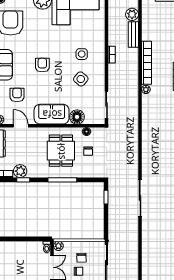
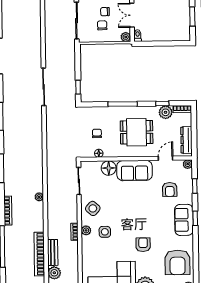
plant: (100, 56) -> (86, 230), added
bookcase: (147, 63) -> (39, 254), moved
armchair: (42, 65) -> (143, 245), moved, turned 180
side table: (81, 79) -> (93, 208), moved
door: (21, 126) -> (166, 158), swing flipped
dining table: (61, 151) -> (137, 132), moved, turned 90

